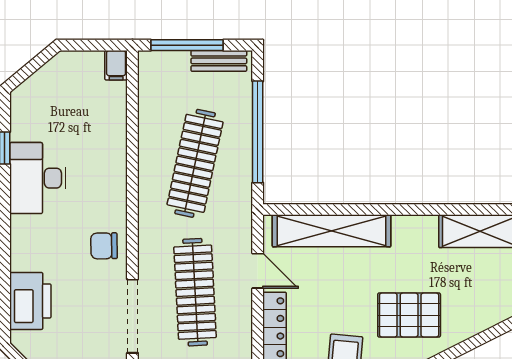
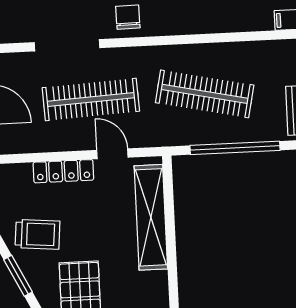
door: (258, 271) -> (112, 154), swing flipped

